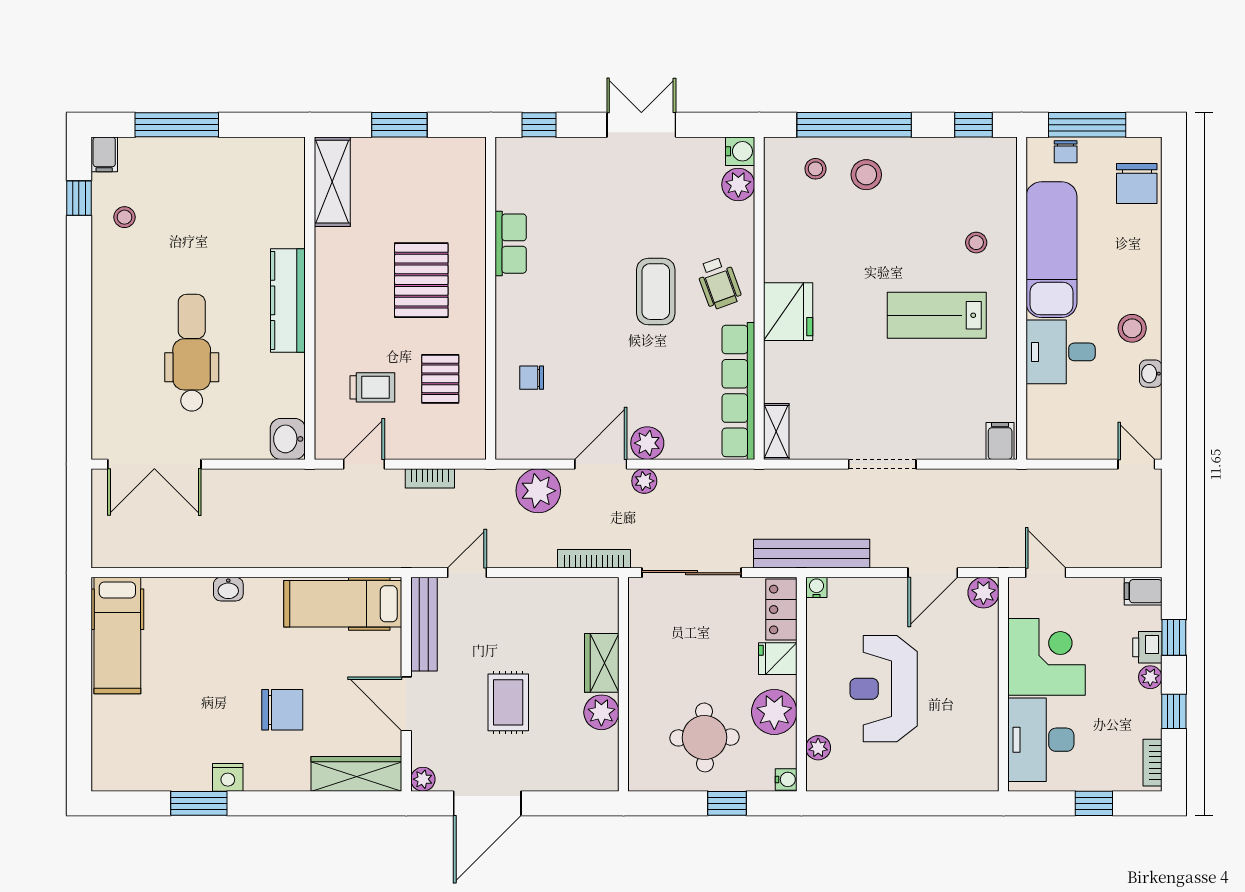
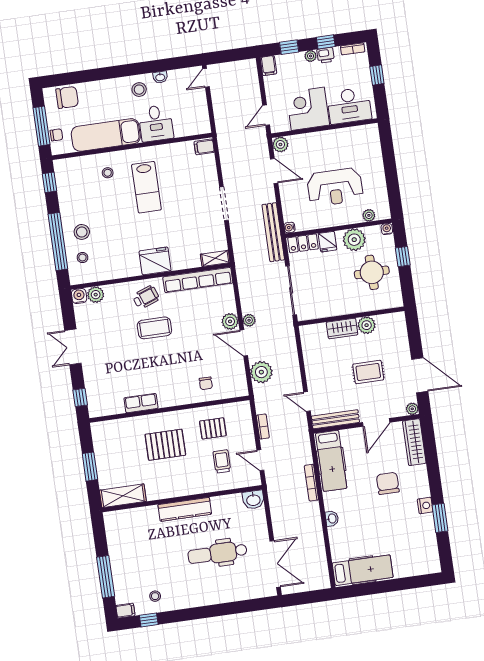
bookcase: (594, 559) -> (311, 483), moved
printer: (1147, 647) -> (326, 55), moved

